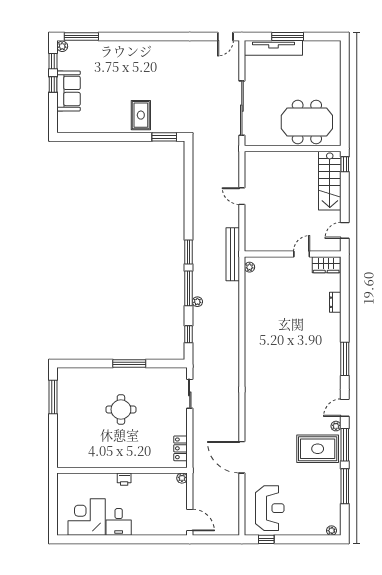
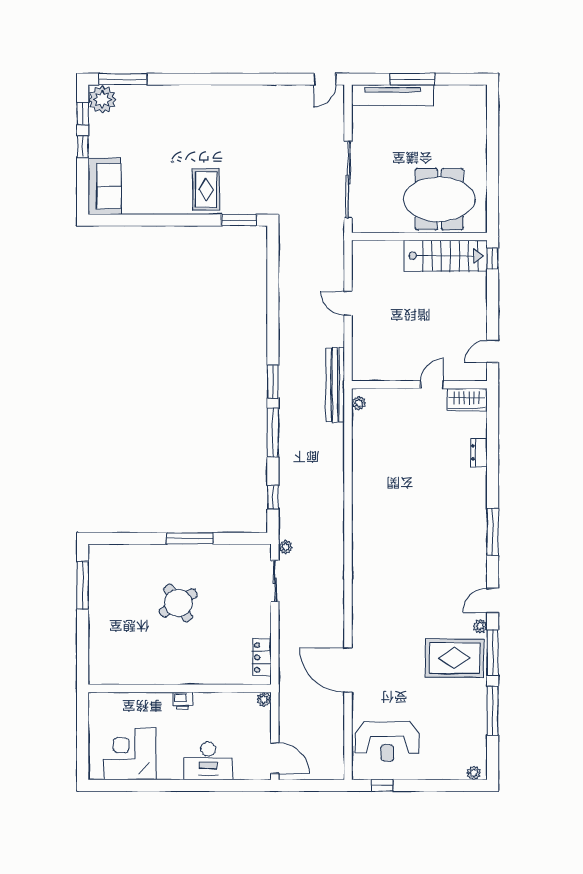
plant: (62, 46) -> (102, 99), width x1.88, depth x1.88
sofa: (69, 91) -> (105, 186), moved
stairs: (330, 181) -> (446, 256), moved, turned -90
plant: (197, 302) -> (285, 547), moved
round table: (121, 409) -> (178, 603), turned -33
reception desk: (270, 508) -> (387, 741), turned 90
desk: (119, 522) -> (208, 761), moved, width x1.37

